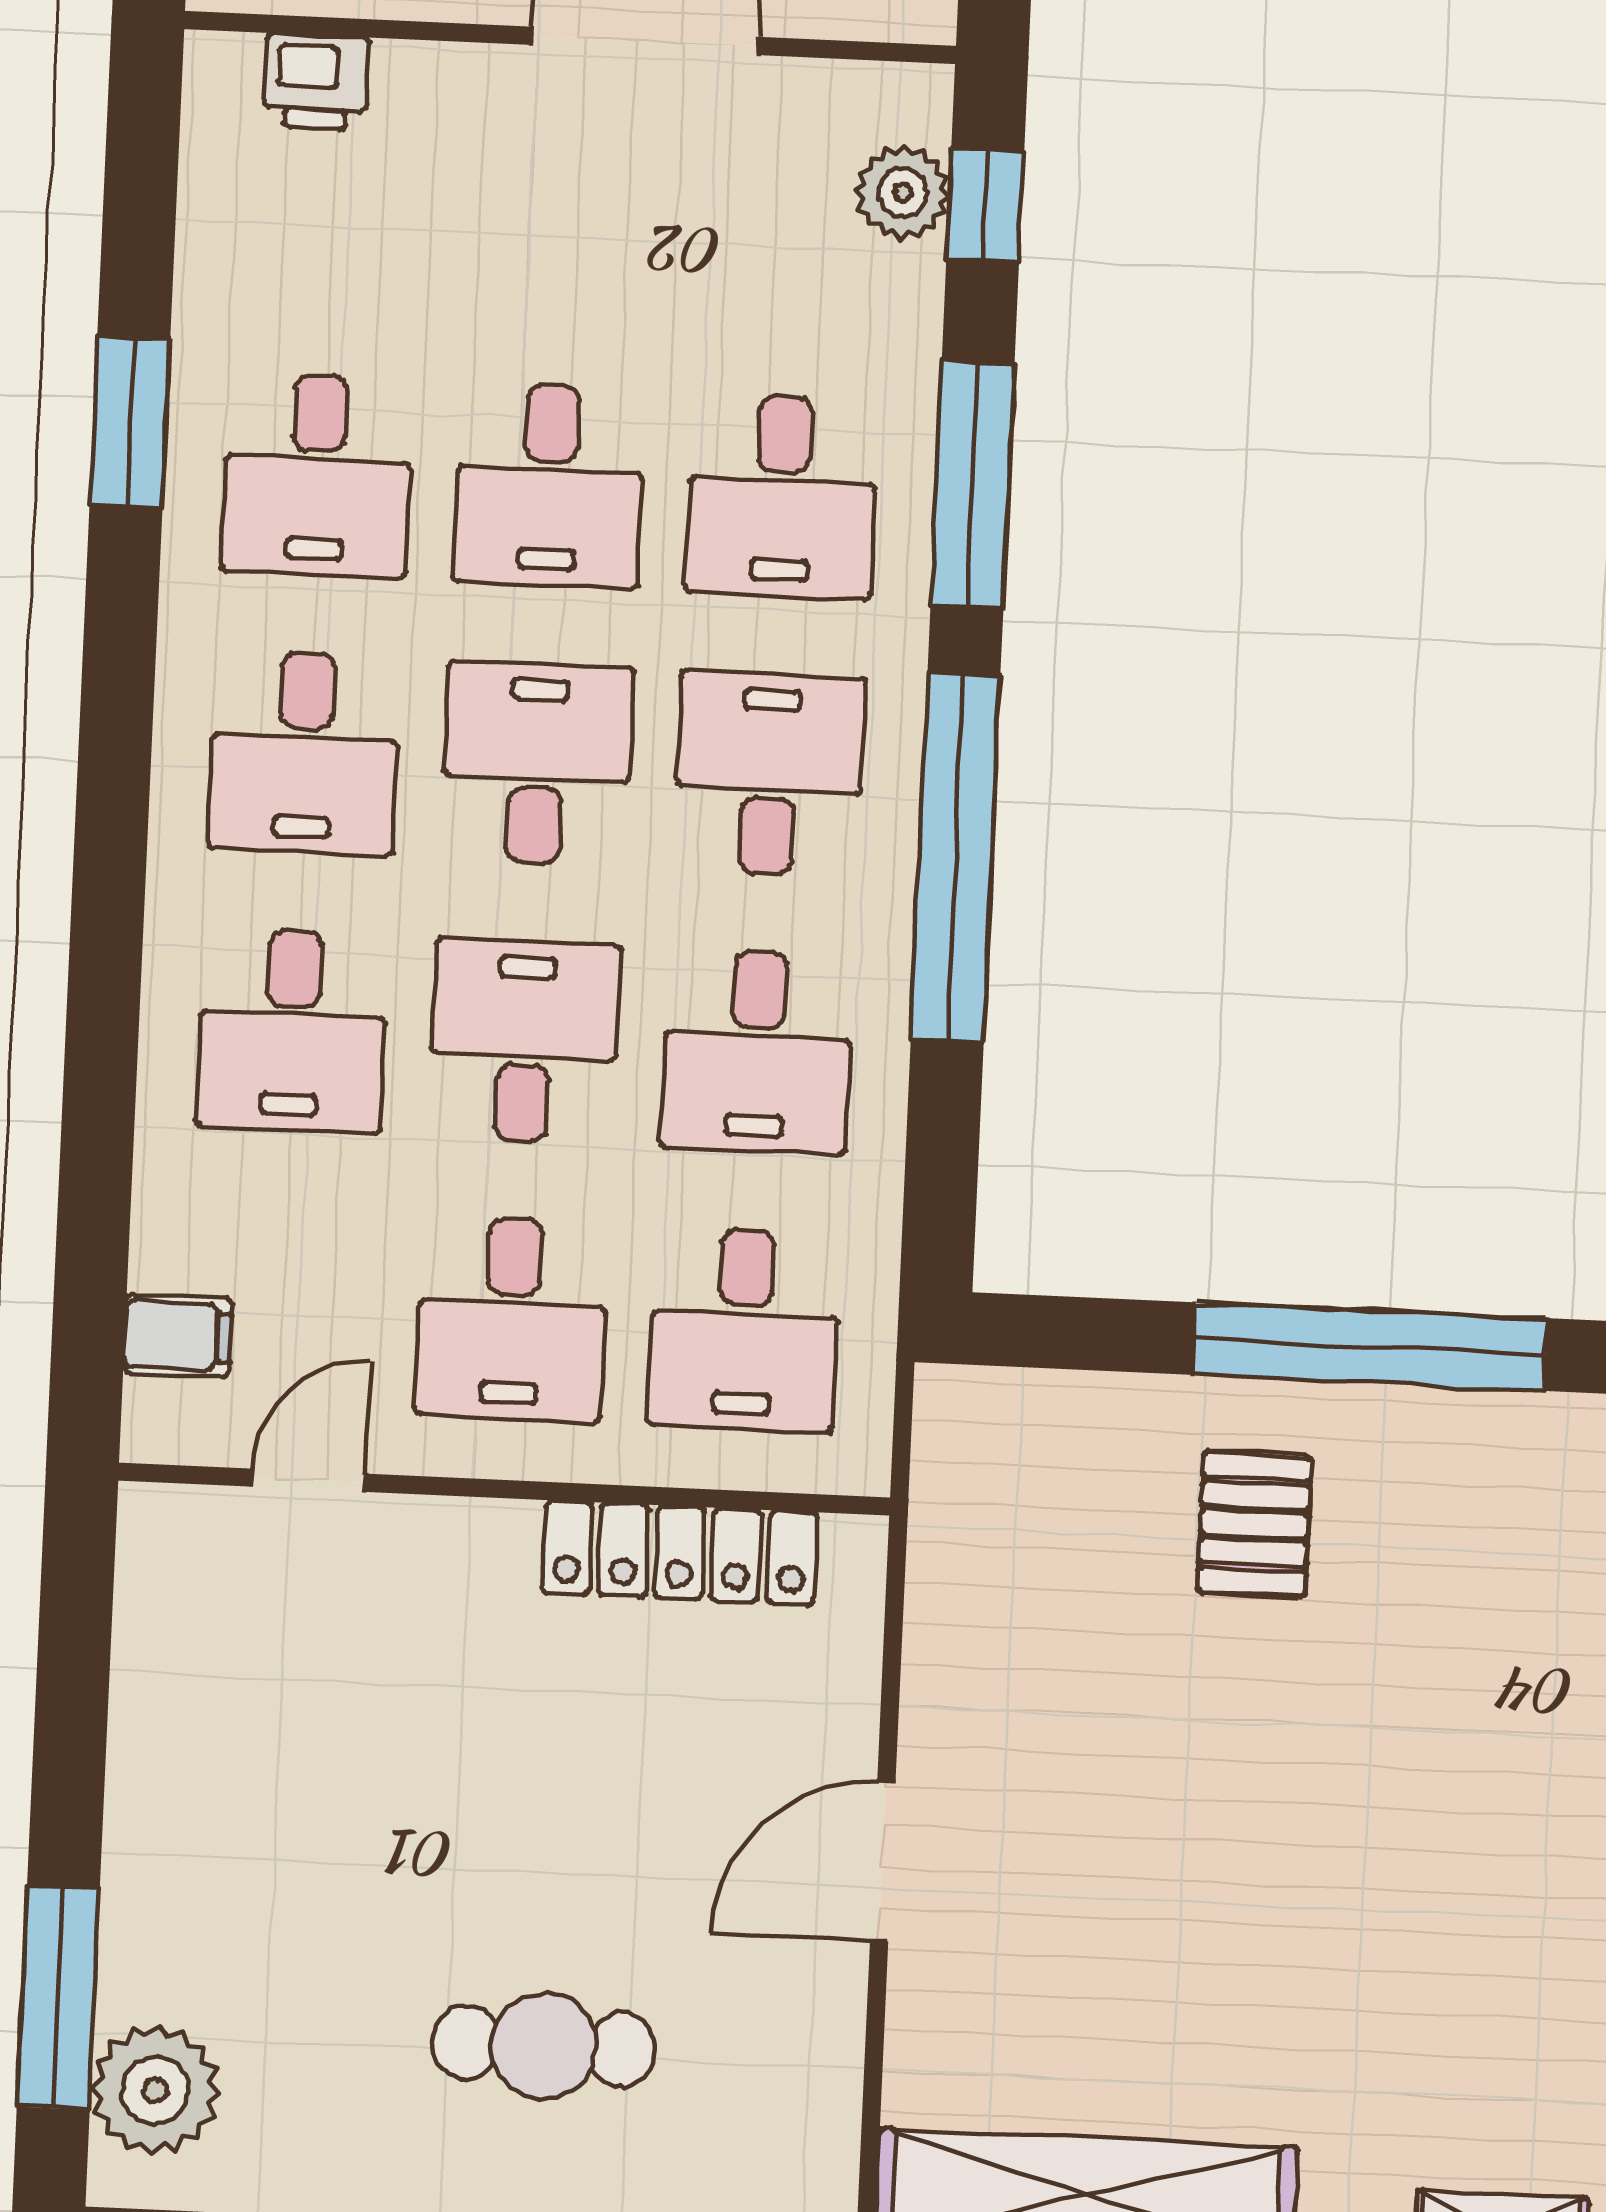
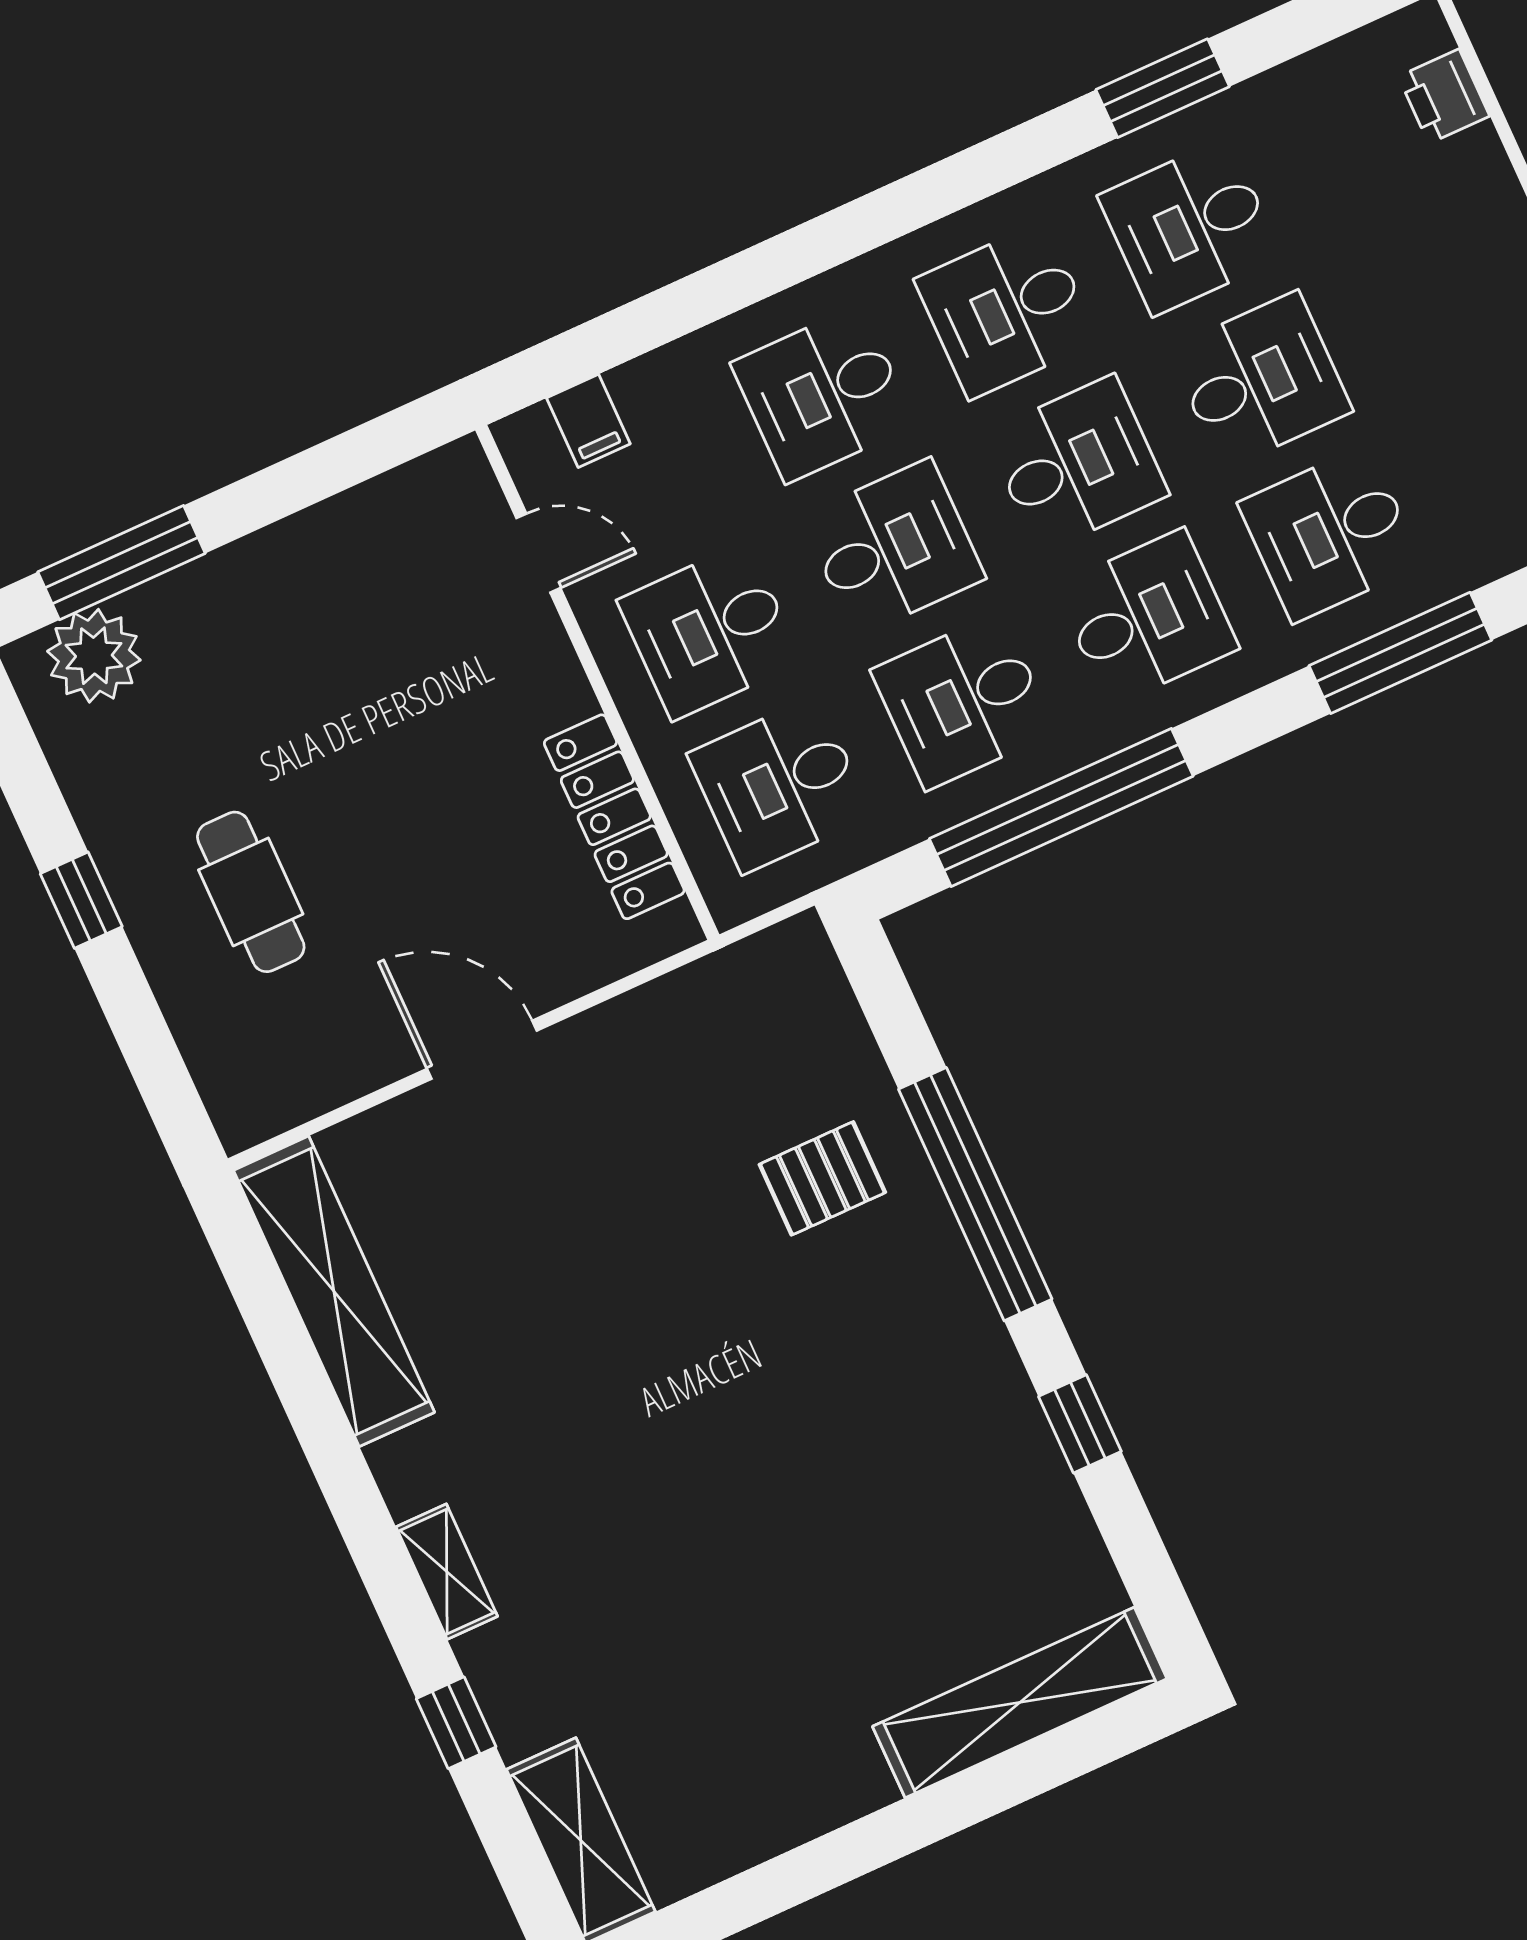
desk: (550, 485) -> (1260, 380), turned 180
window: (956, 857) -> (1061, 807), moved

